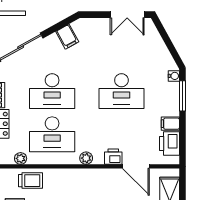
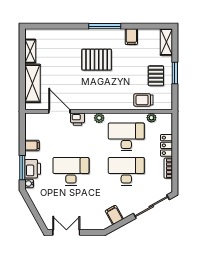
printer: (169, 143) -> (33, 169), moved

